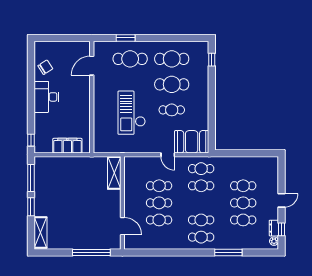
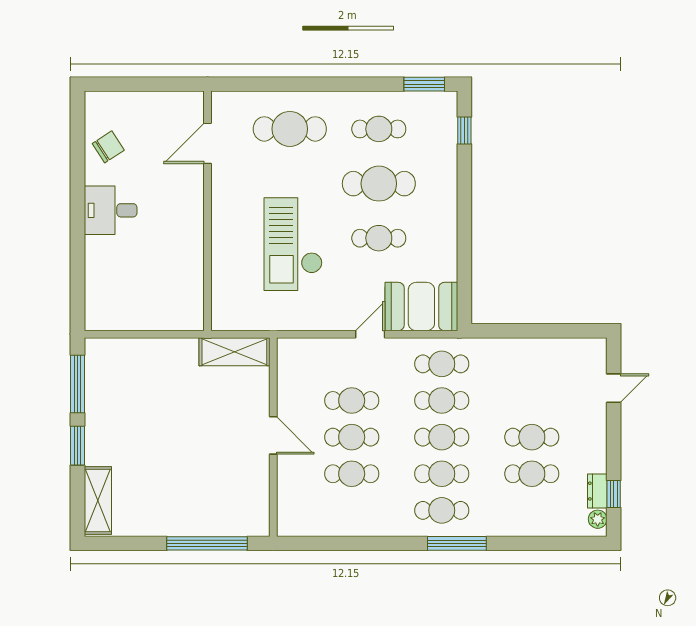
window: (126, 38) -> (424, 84), moved
cafe table: (172, 59) -> (379, 129), width x0.73, depth x0.74
desk: (46, 97) -> (111, 210), width x0.73
window: (31, 140) -> (77, 303), removed
filing cabinet: (67, 146) -> (156, 315), removed
door: (168, 155) -> (370, 334), swing flipped
shelving: (114, 173) -> (234, 352), moved, turned 90
cafe table: (243, 186) -> (442, 437), moved
door: (281, 200) -> (614, 388), moved
door: (122, 226) -> (273, 435), moved
window: (228, 253) -> (457, 543), moved

